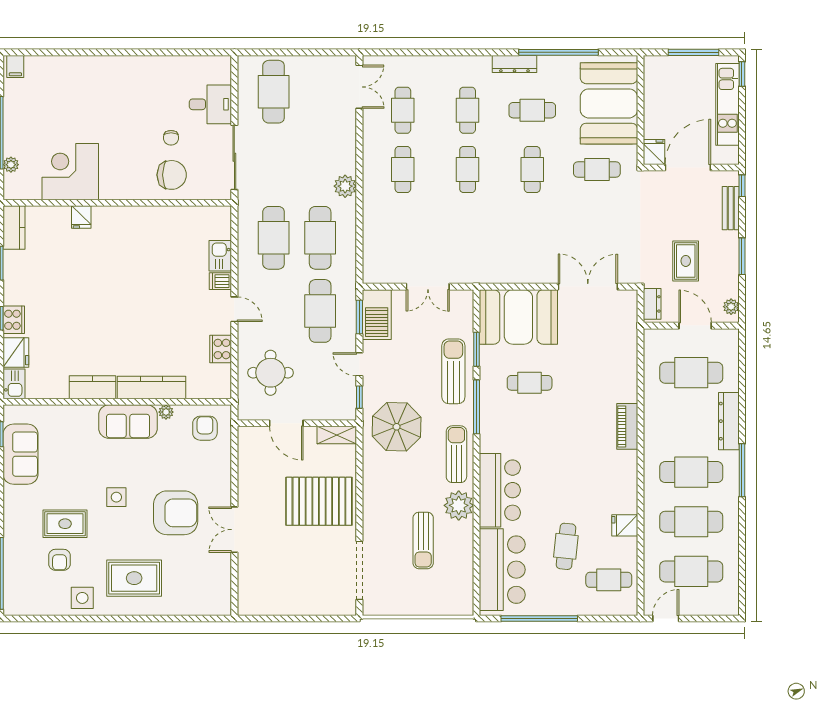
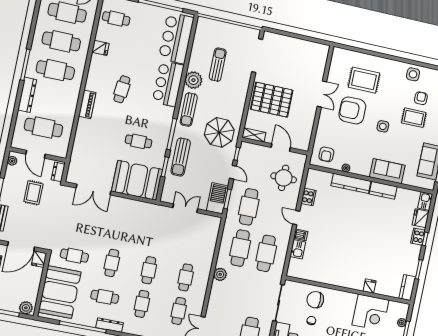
plant: (659, 66) -> (26, 308), added
sofa: (128, 422) -> (387, 171), moved
cafe table: (566, 546) -> (122, 89), moved
rug: (134, 578) -> (364, 80), moved

